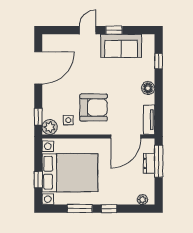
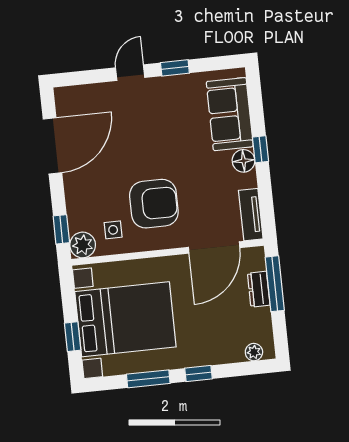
sofa: (121, 46) -> (230, 114), moved, turned 90
window: (159, 61) -> (261, 149), moved

